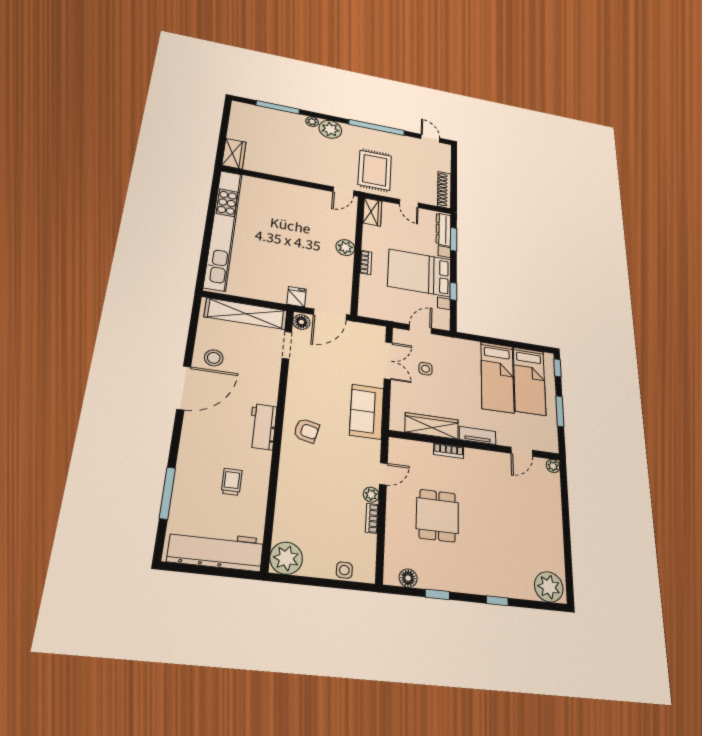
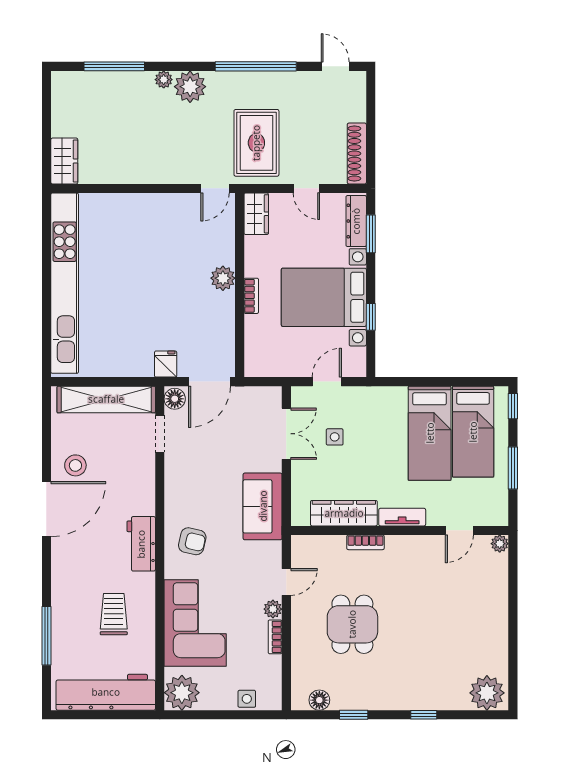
trolley: (232, 482) -> (114, 614), width x1.36, depth x1.39
corner sofa: (303, 498) -> (195, 623), added

